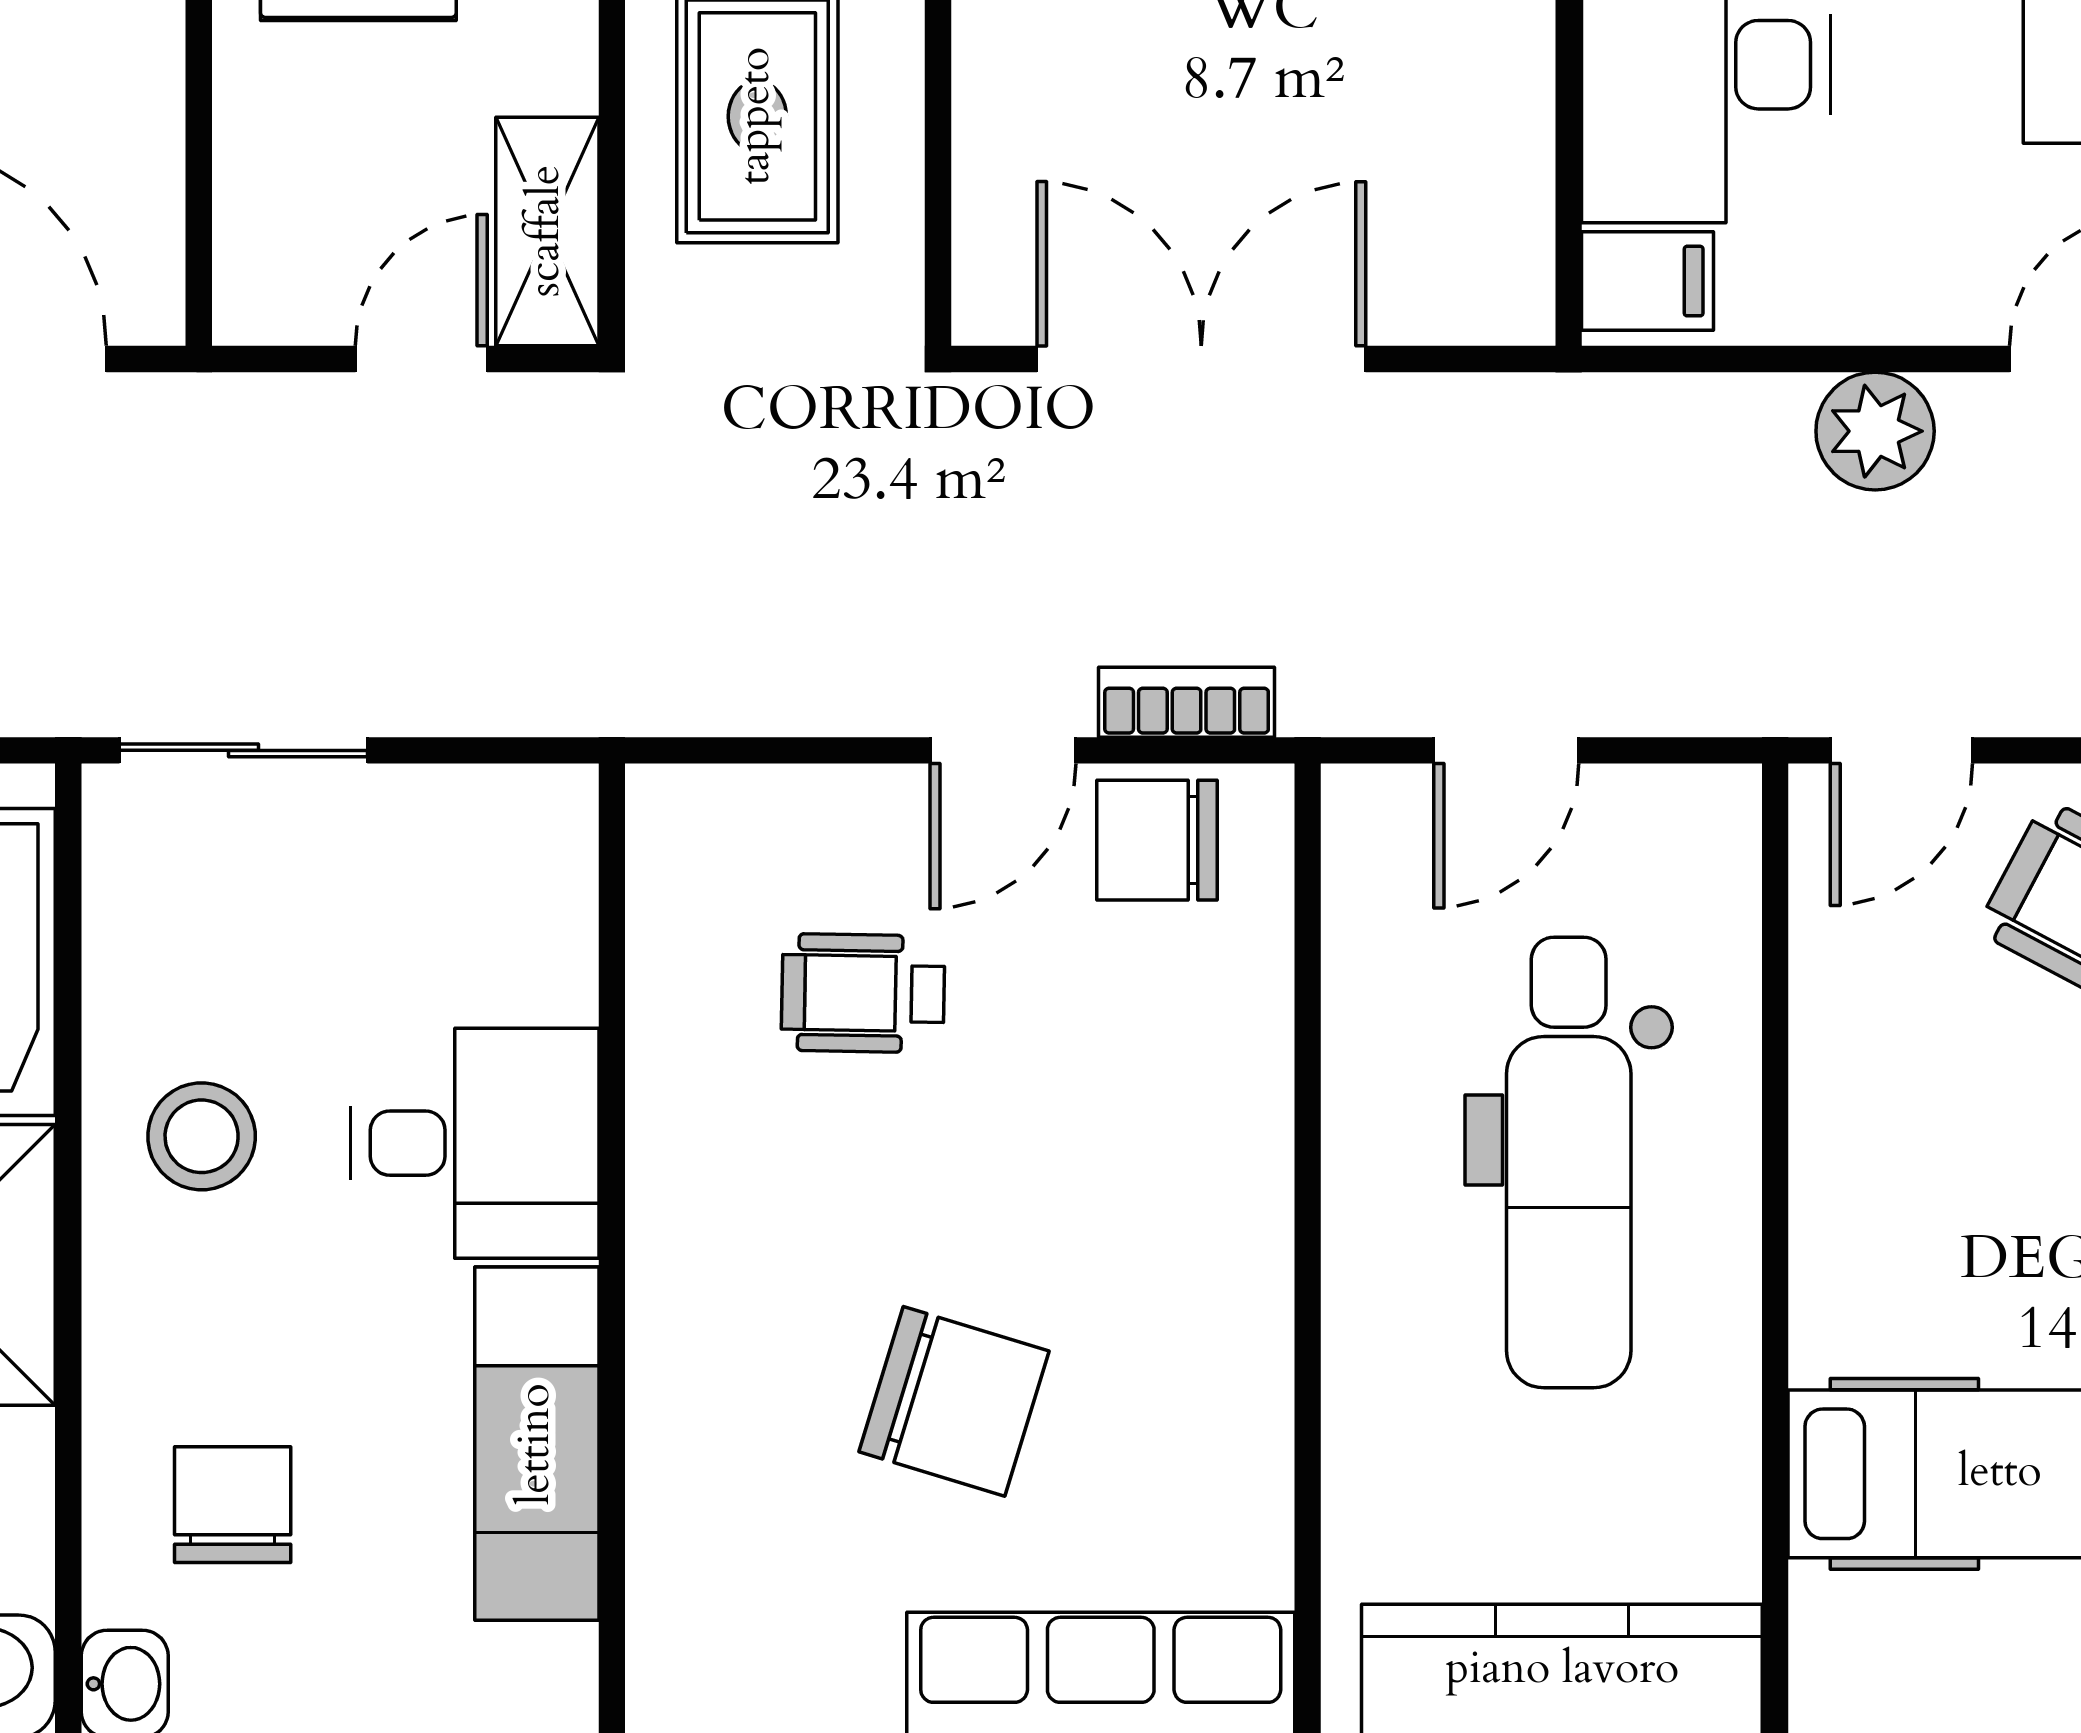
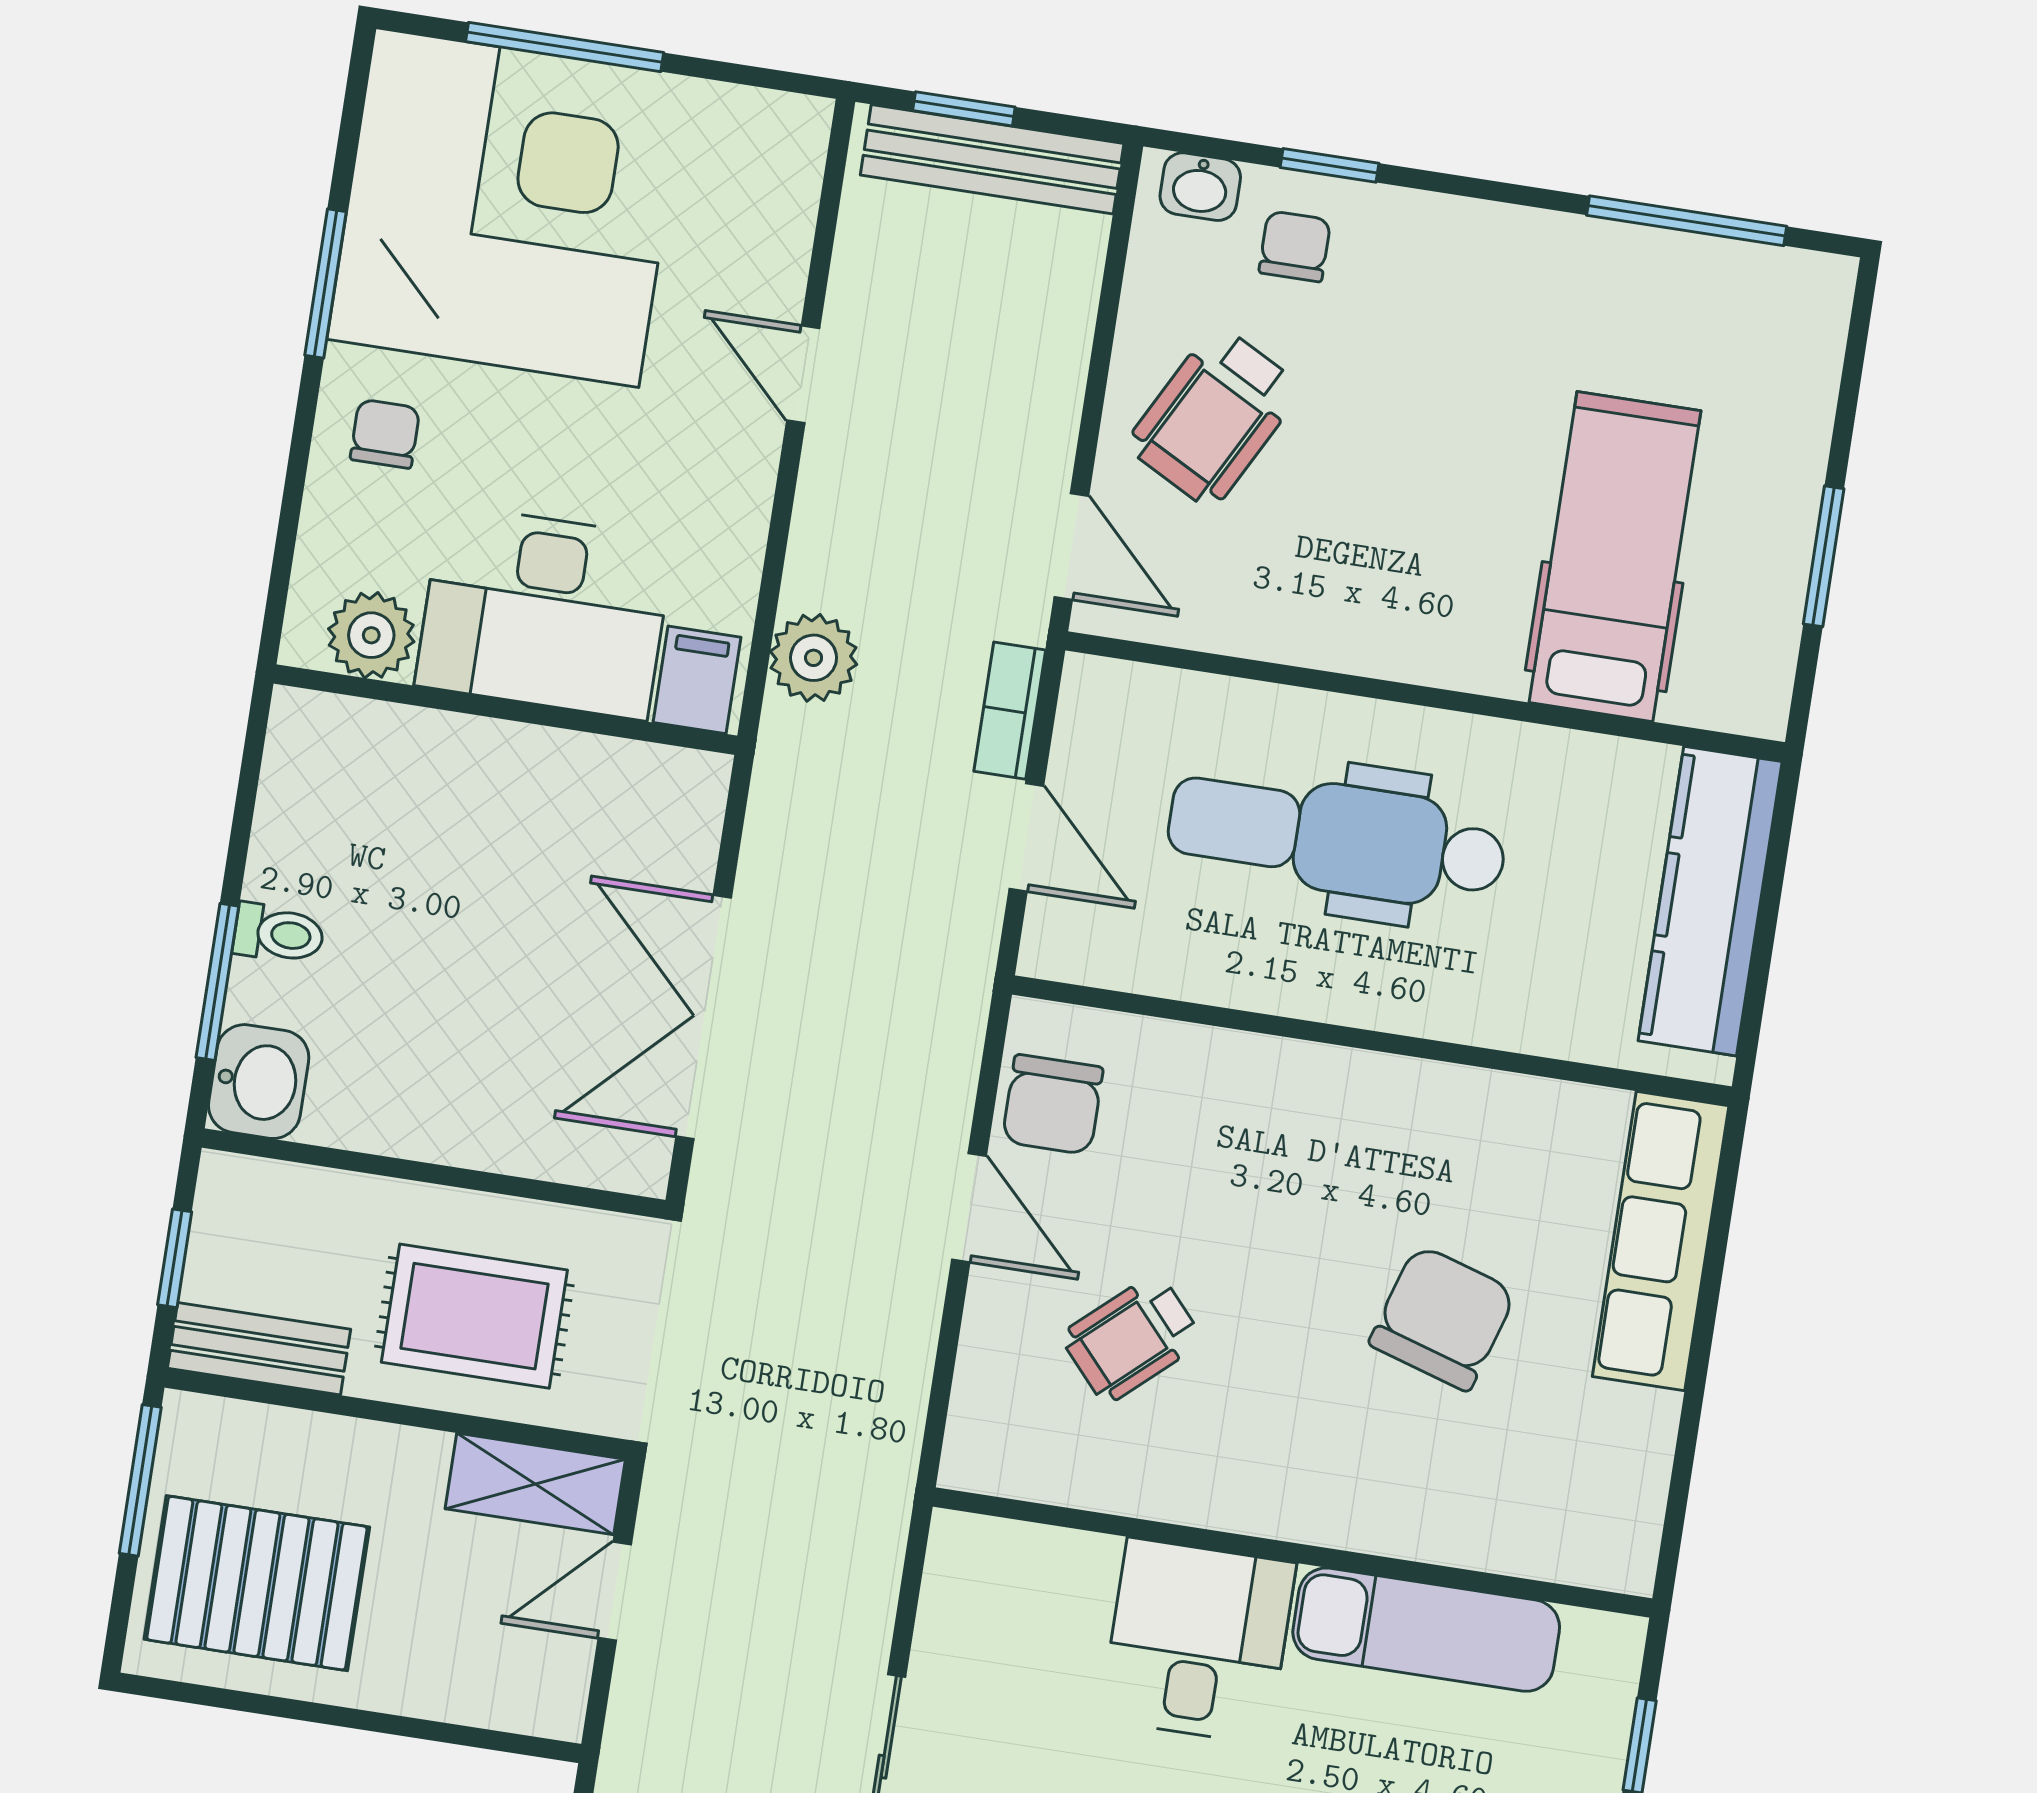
door: (421, 359) -> (615, 1591), hinge flipped
plant: (1875, 431) -> (814, 658), moved
bookcase: (1187, 702) -> (1010, 711), moved
wheelchair: (863, 993) -> (1132, 1338), turned 47
dental chair: (1569, 1163) -> (1337, 838), turned 180

